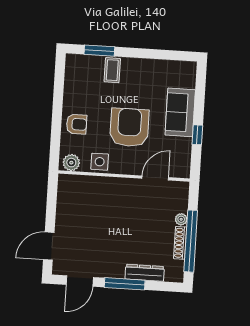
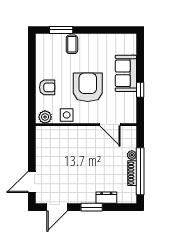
door: (155, 178) -> (110, 125), swing flipped
dresser: (145, 273) -> (106, 198), width x0.70
window: (125, 284) -> (92, 207), width x0.69

